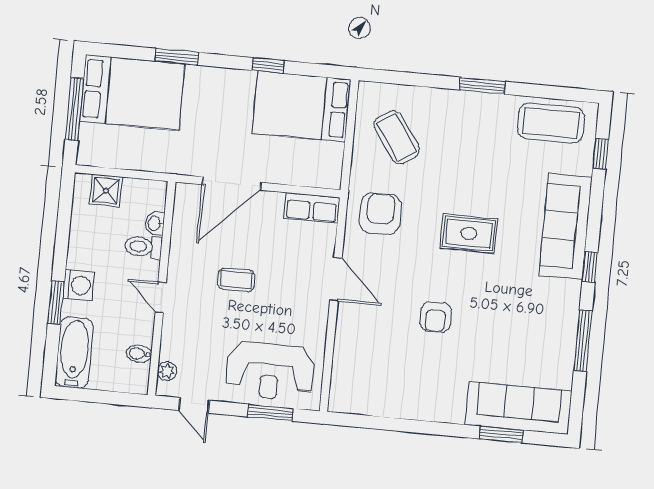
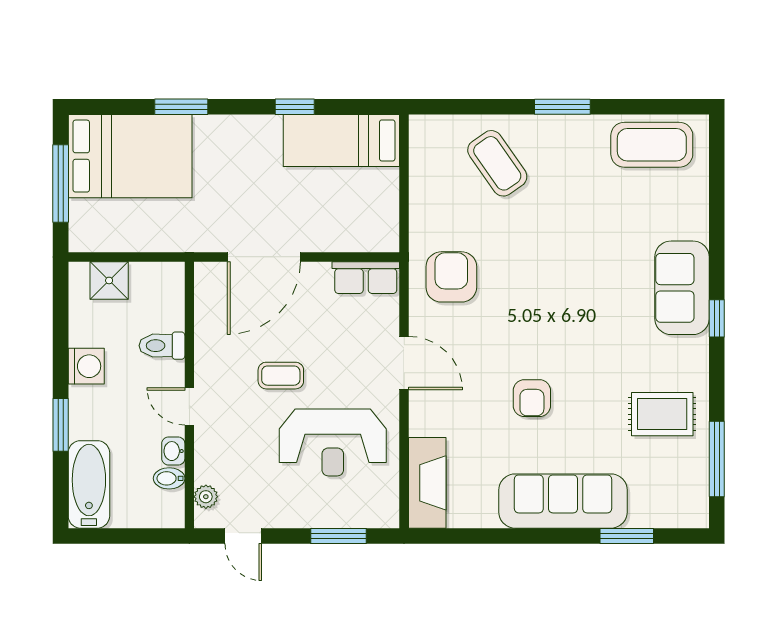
bed: (302, 106) -> (341, 140), width x0.67
coffee table: (397, 137) -> (497, 163), moved
window: (601, 154) -> (717, 177), removed
washbasin: (155, 223) -> (173, 451), moved
sofa: (566, 226) -> (682, 288), width x0.73
rug: (469, 233) -> (662, 414), moved
washing machine: (78, 285) -> (86, 366), moved
window: (583, 341) -> (717, 459), moved
reception desk: (270, 371) -> (333, 442), moved
fireplace: (345, 377) -> (427, 483), added
sofa: (519, 408) -> (563, 501), moved

